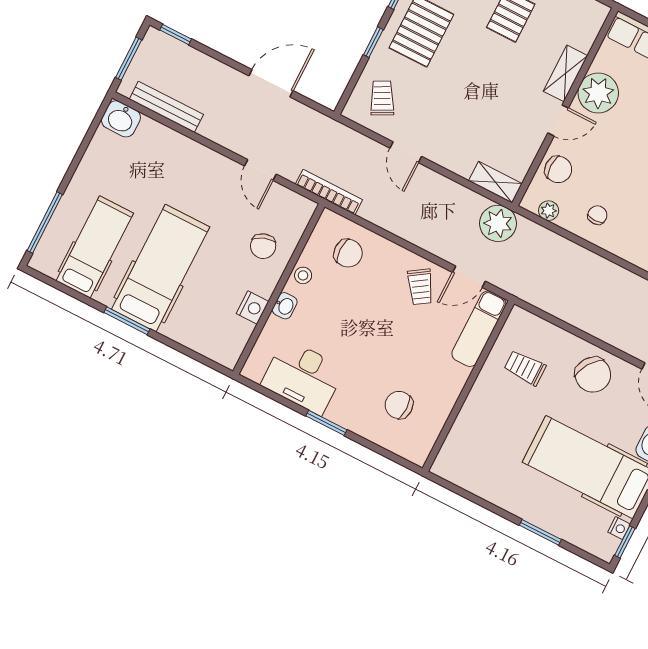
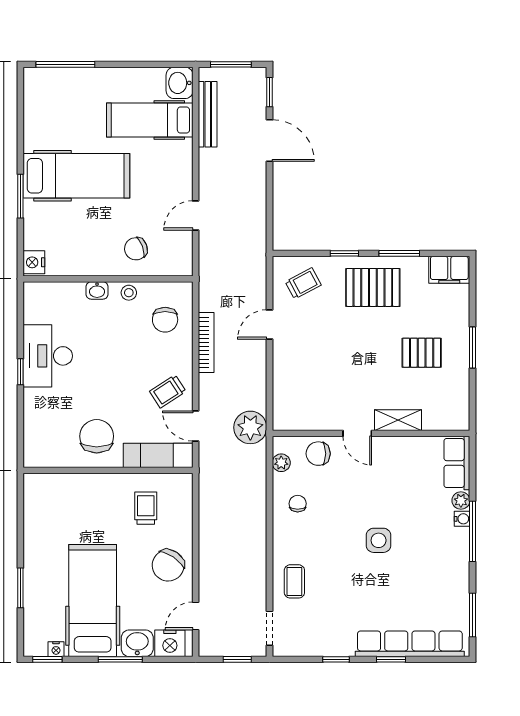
door: (271, 83) -> (270, 141), moved
plant: (598, 93) -> (396, 454), removed
chair: (558, 169) -> (318, 454), turned 90
shelving: (495, 182) -> (282, 409), removed
bookcase: (329, 192) -> (206, 343), moved
chair: (597, 215) -> (298, 504), turned -90
hospital bed: (95, 247) -> (150, 120), moved, turned 180
nightstand: (253, 307) -> (34, 262), moved, turned 90
window: (127, 321) -> (20, 196), moved
desk: (303, 377) -> (48, 356), moved
chair: (399, 405) -> (97, 436), moved, width x1.37, depth x1.37
window: (326, 423) -> (20, 372), width x0.67

